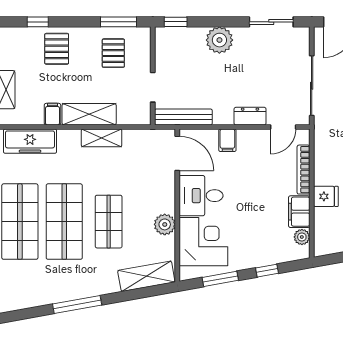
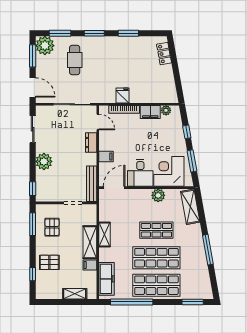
pallet: (113, 53) -> (52, 227), turned 90
fridge: (326, 196) -> (123, 96), moved

